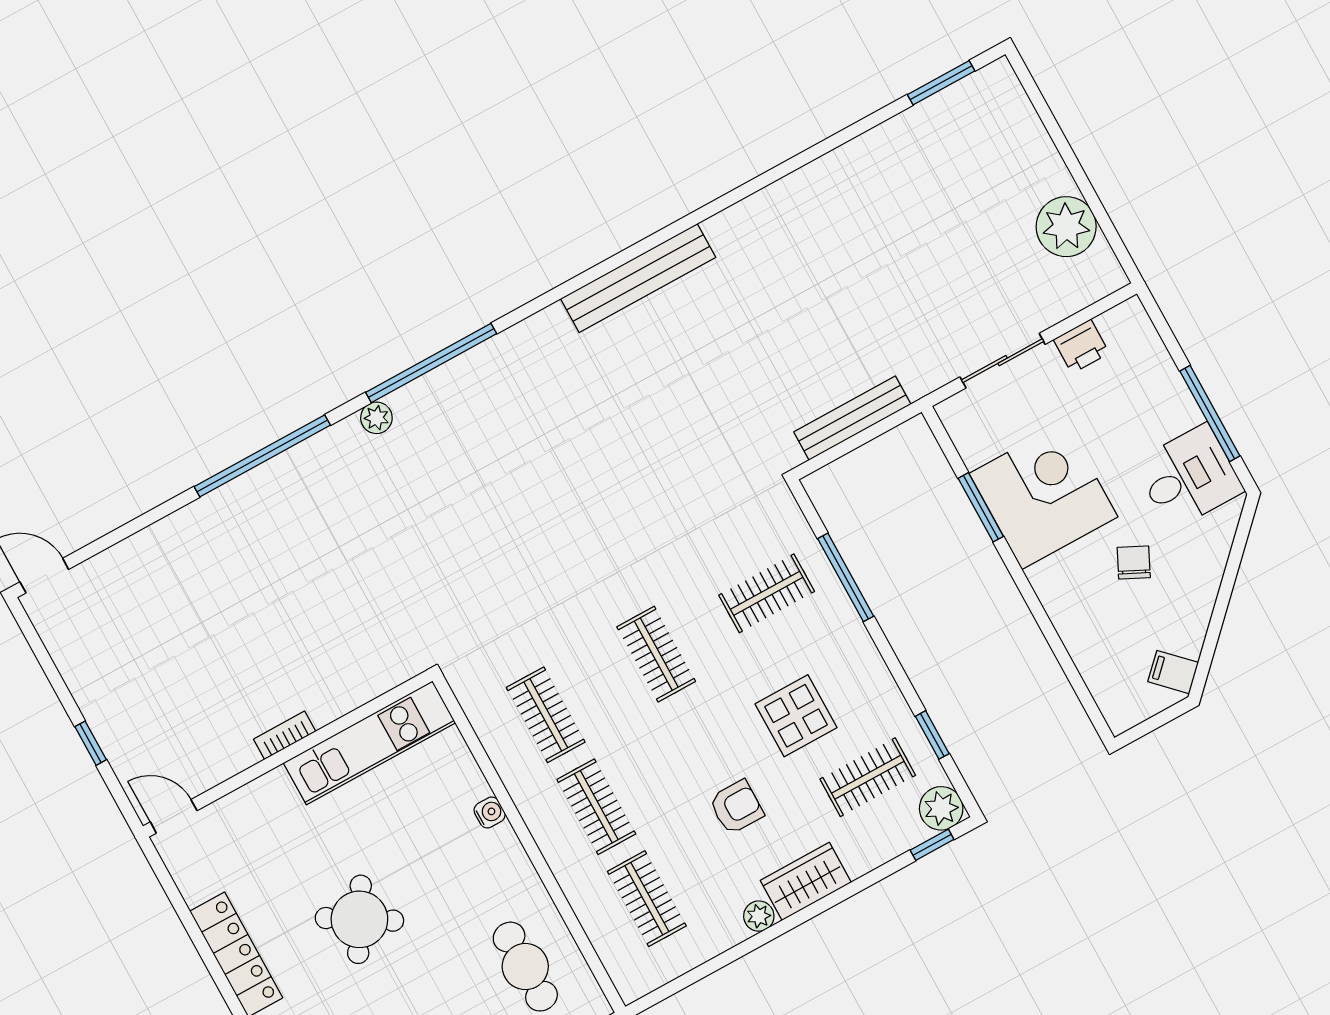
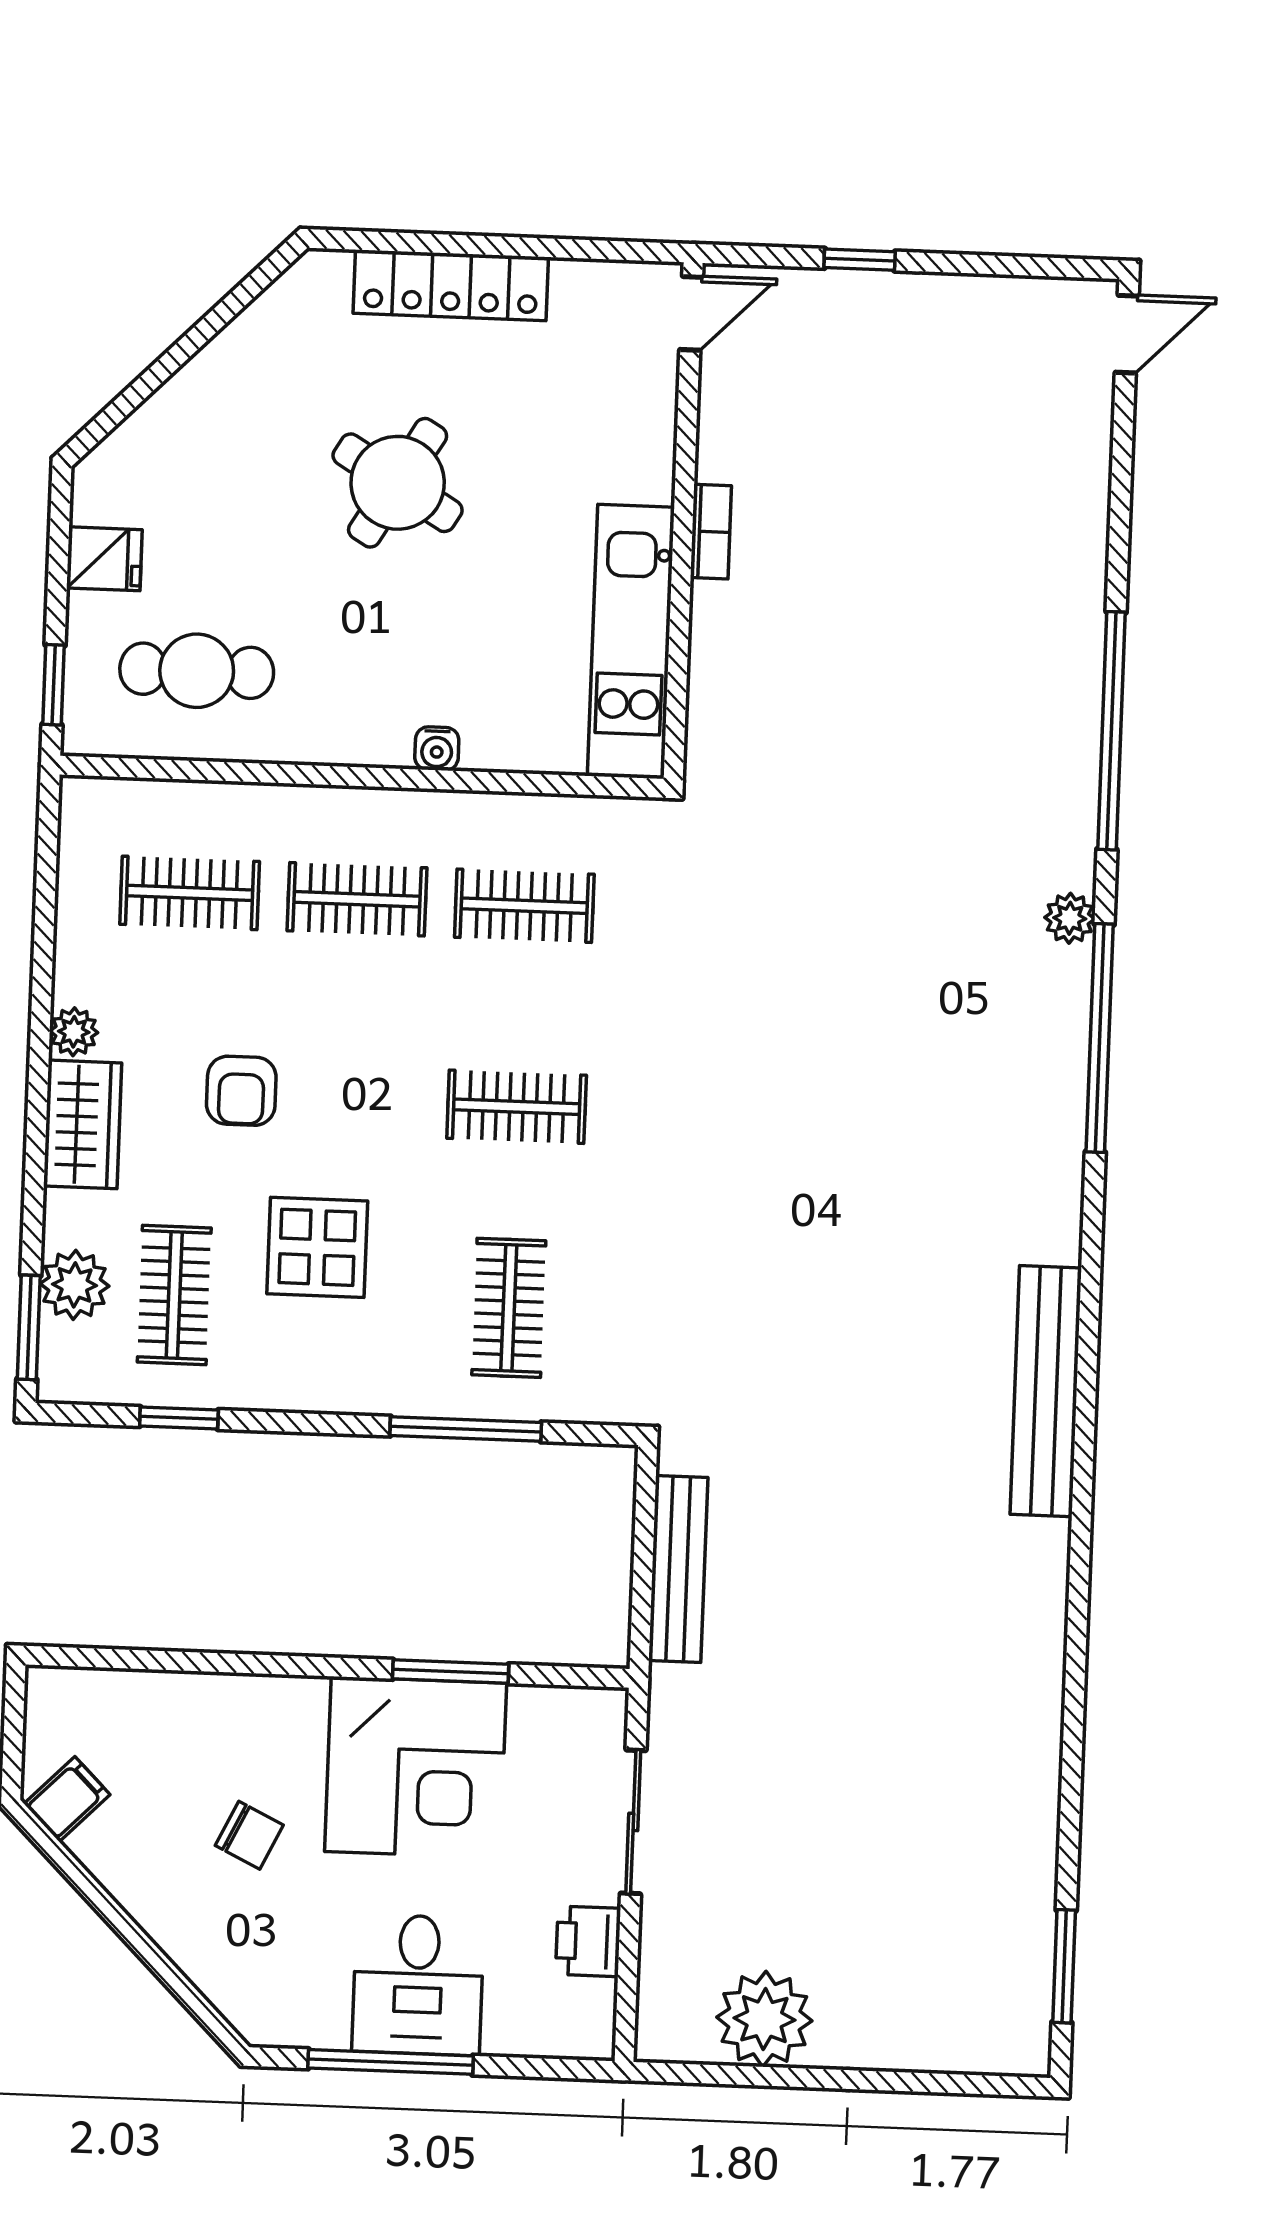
desk: (1189, 477) -> (418, 1985), moved
plant: (941, 808) -> (75, 1285), moved
window: (932, 845) -> (29, 1327), width x1.50

